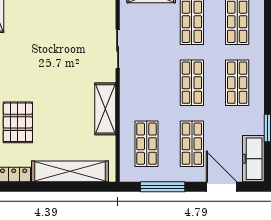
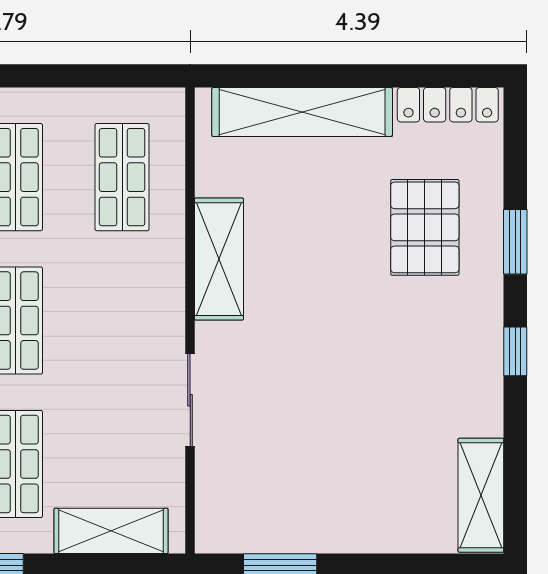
window: (163, 187) -> (84, 76), removed

